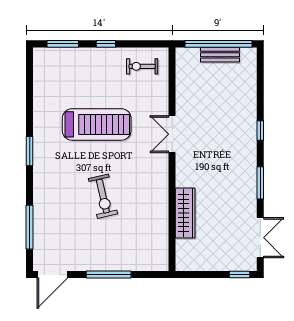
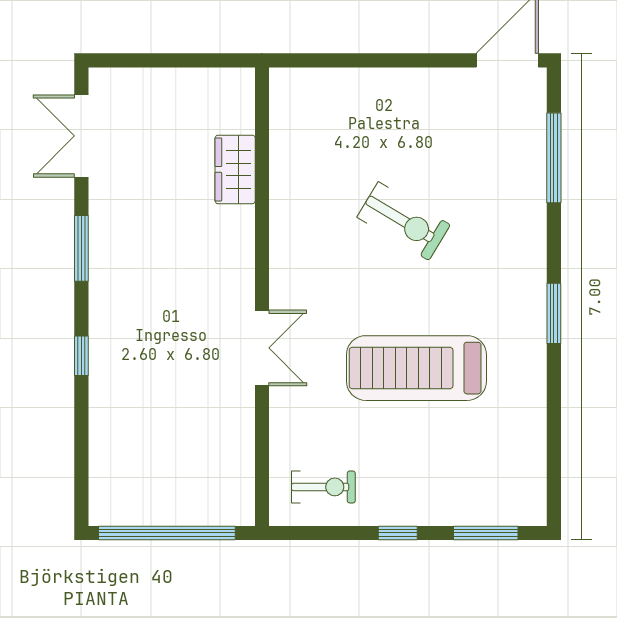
bench: (220, 55) -> (164, 511), removed
exercise bike: (103, 196) -> (404, 221), turned 134
wardrobe: (185, 213) -> (235, 169), width x0.67
window: (109, 275) -> (392, 60), removed
window: (239, 275) -> (124, 60), removed

